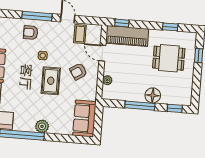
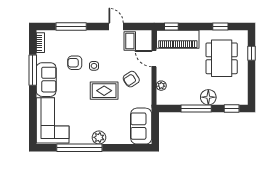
window: (37, 16) -> (71, 27), moved
armchair: (31, 33) -> (75, 63), moved
dining table: (169, 58) -> (222, 58), width x1.38
rug: (51, 81) -> (104, 91), turned 90

